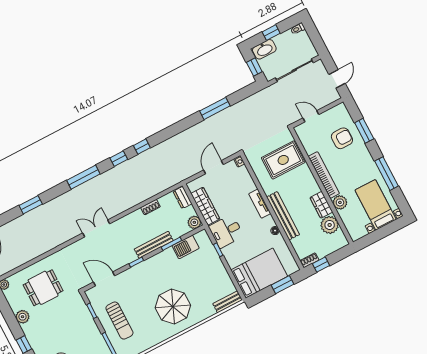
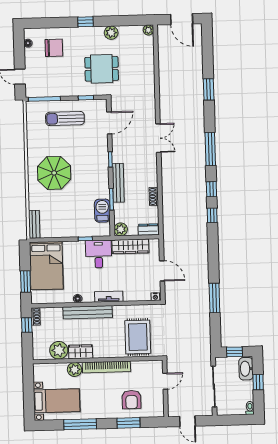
dining table: (43, 288) -> (102, 69), moved, turned 90

